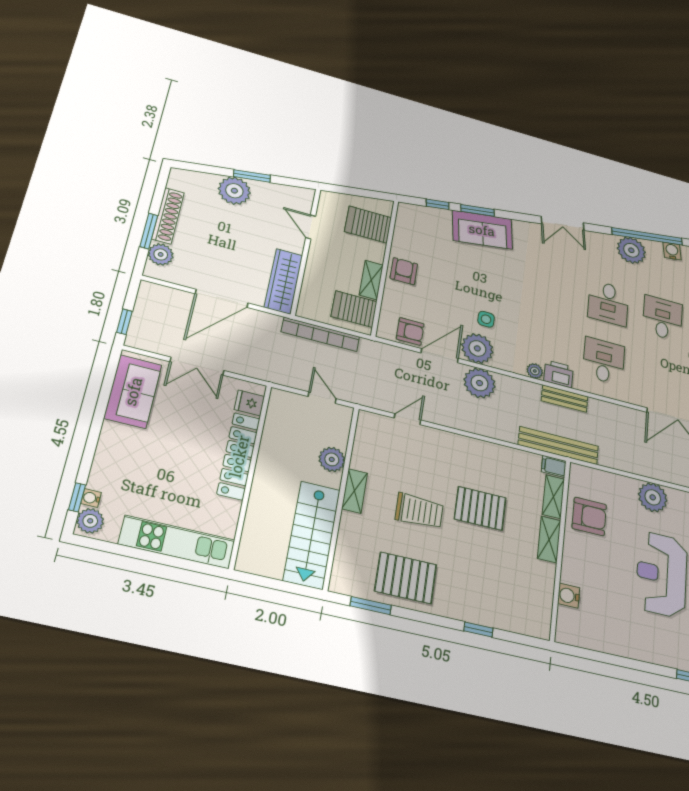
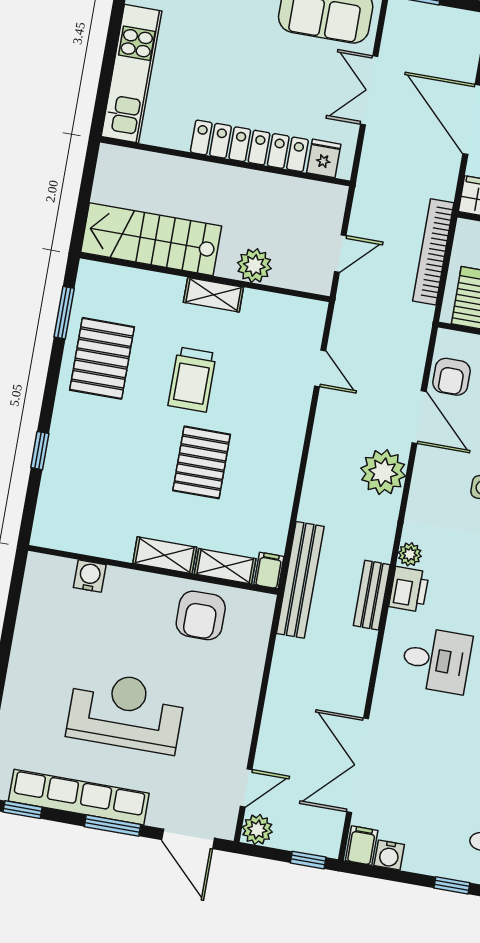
plant: (477, 348) -> (436, 472), removed
plant: (653, 497) -> (235, 712), removed

